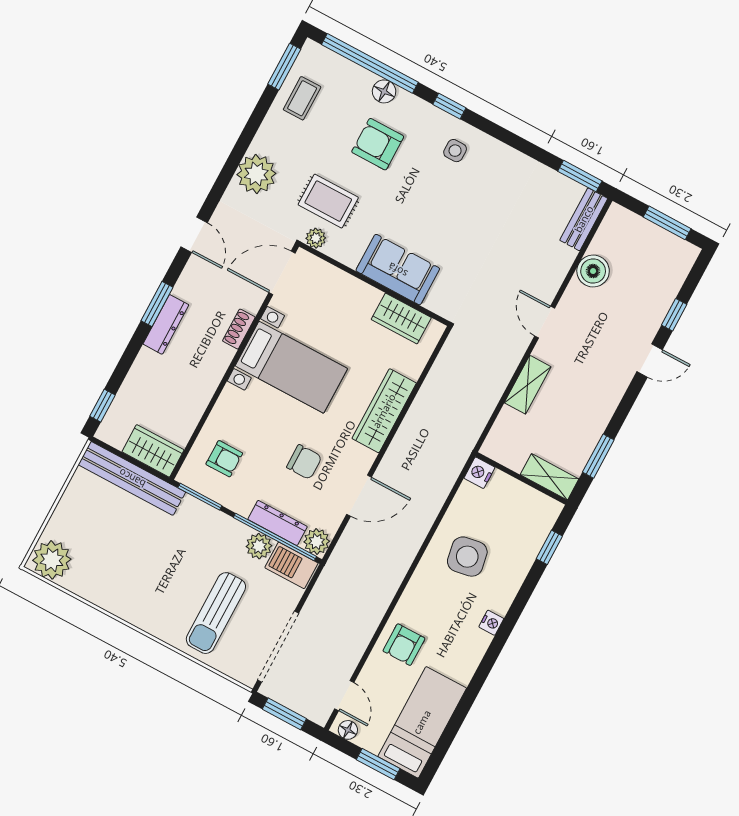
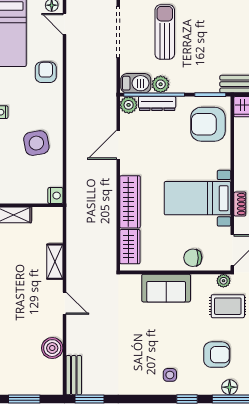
wardrobe: (401, 319) -> (130, 247), moved, turned 90
armchair: (224, 459) -> (208, 124), width x1.88, depth x1.88
chair: (304, 462) -> (193, 258), moved

